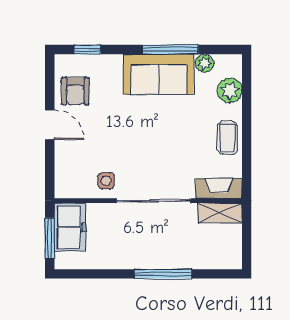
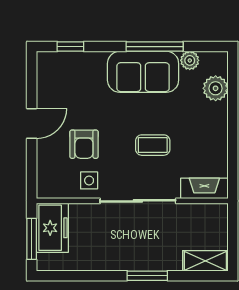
armchair: (75, 91) -> (84, 144), moved
door: (50, 125) -> (32, 123), hinge flipped
coffee table: (227, 138) -> (153, 145), moved, turned 90
shelving: (220, 213) -> (205, 261), moved
window: (163, 274) -> (147, 276), width x0.69

